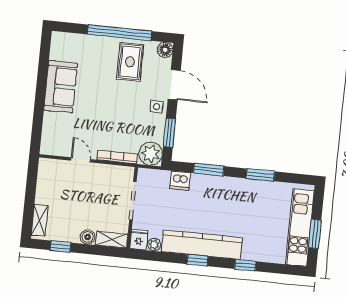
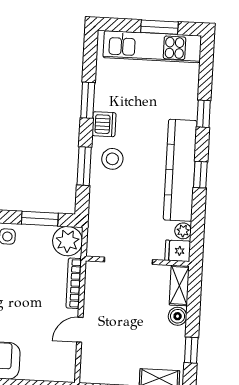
dishwasher: (180, 181) -> (104, 124), moved
stool: (213, 192) -> (112, 159), added

